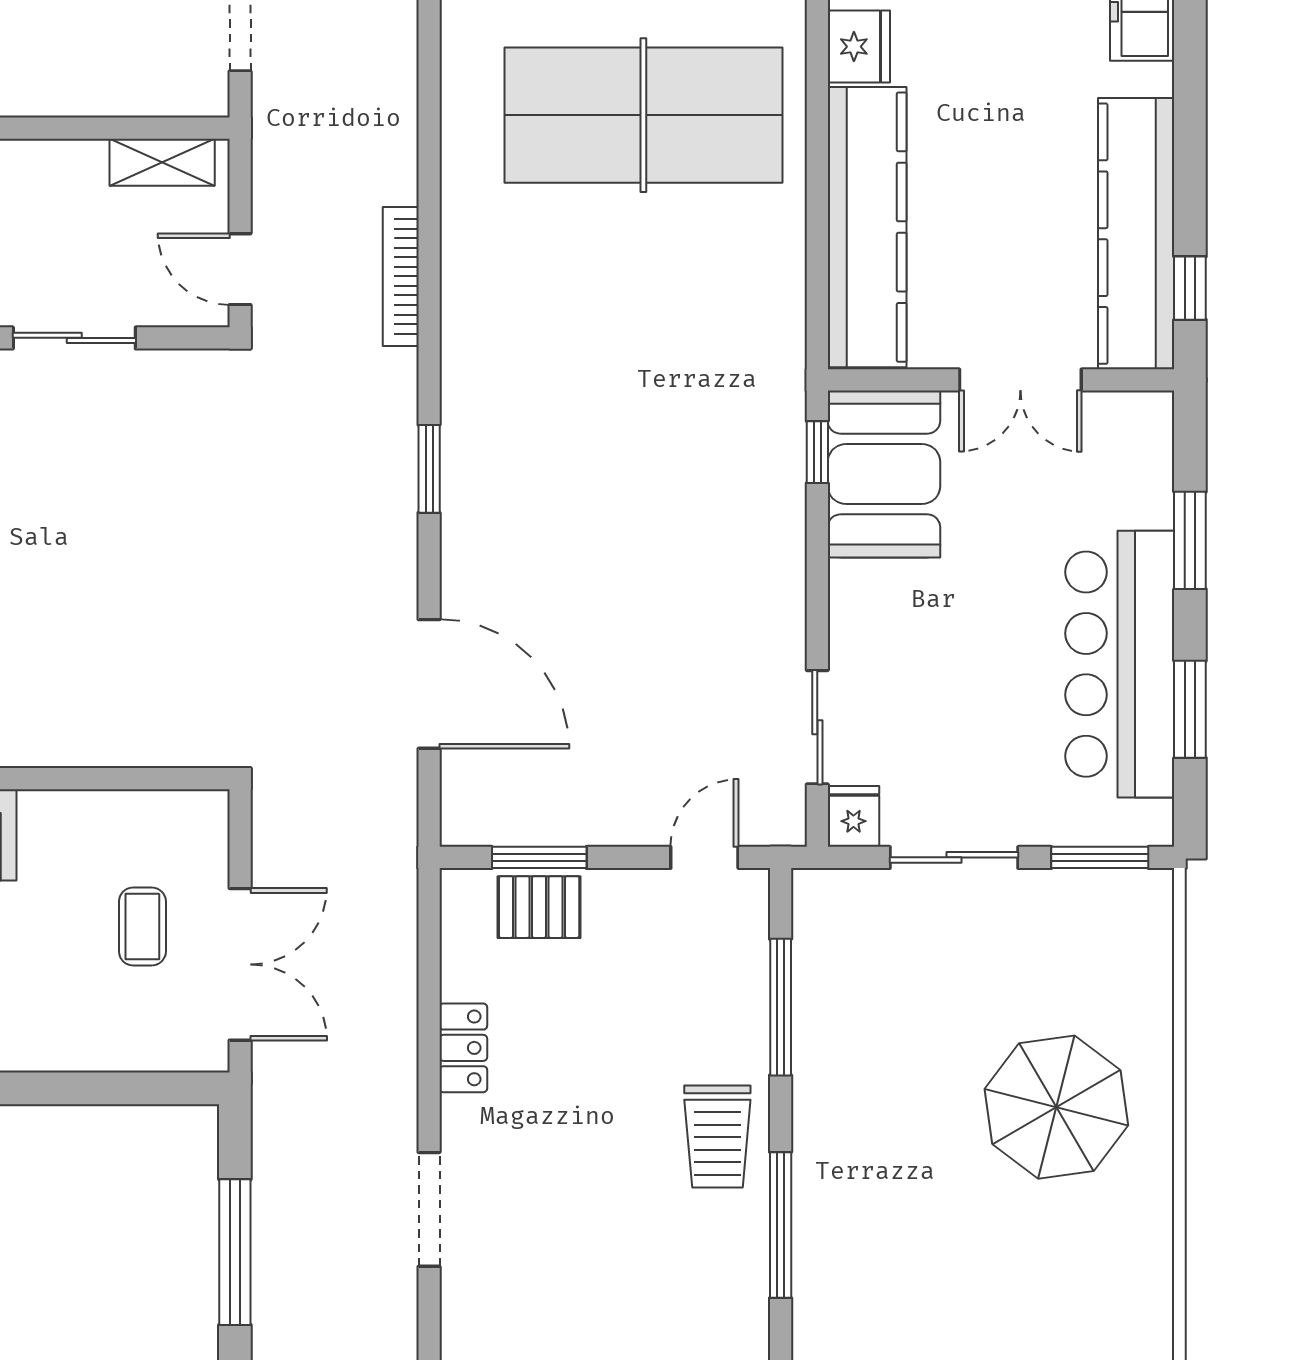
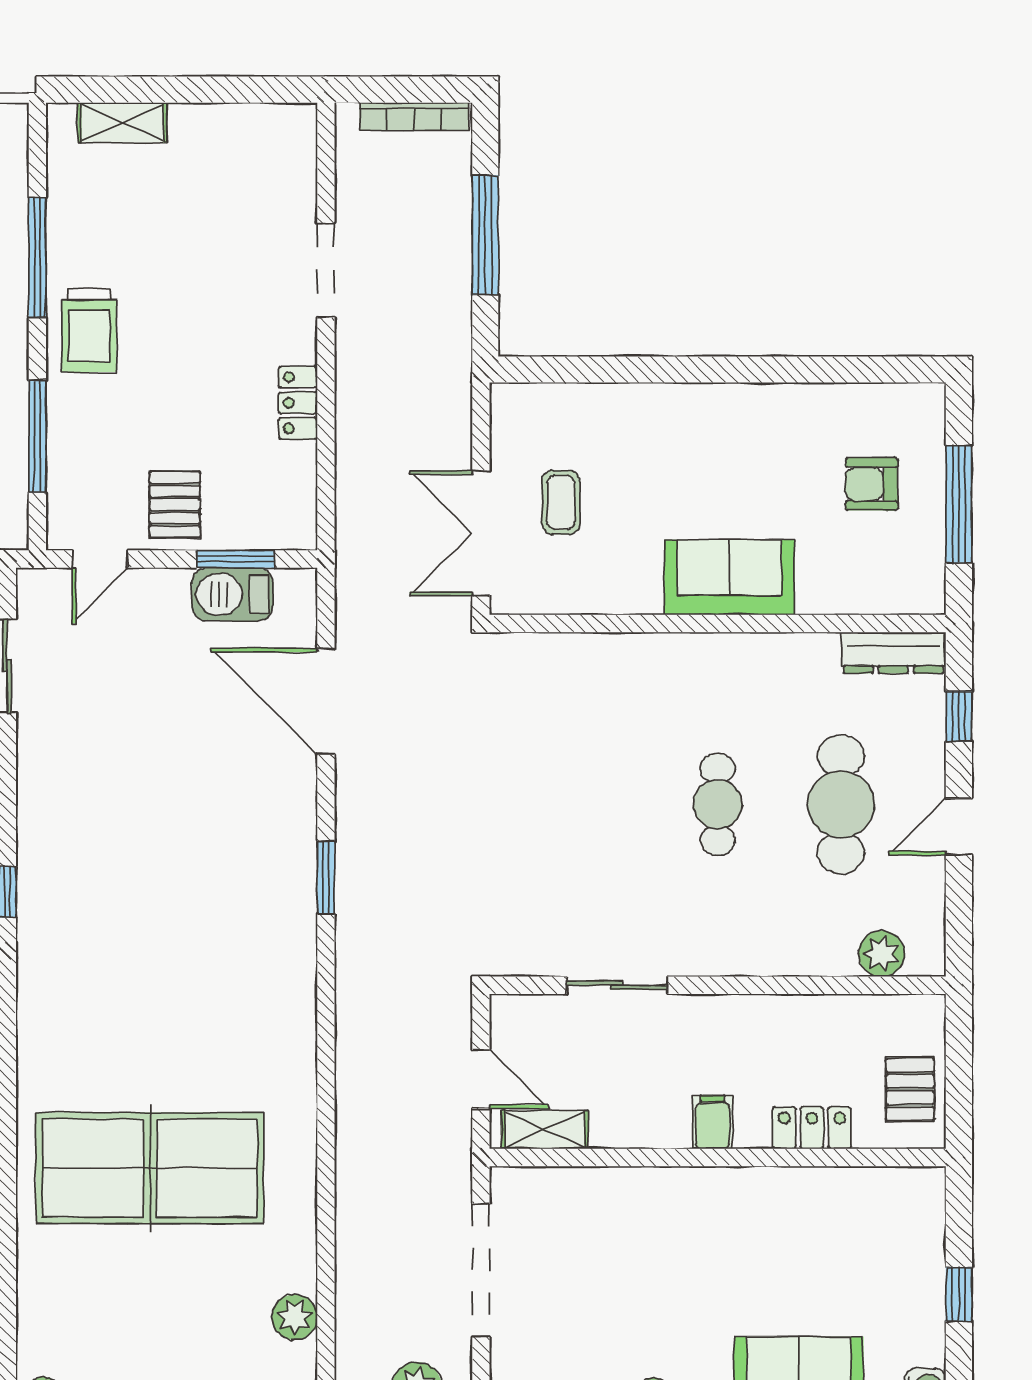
door: (240, 269) -> (481, 1079), moved
bookcase: (401, 276) -> (349, 1036), removed
barbecue: (543, 814) -> (232, 594), added
pallet: (539, 907) -> (175, 505), moved, turned 90
double door: (240, 964) -> (481, 533), moved
trolley: (717, 1136) -> (89, 330), turned 180

